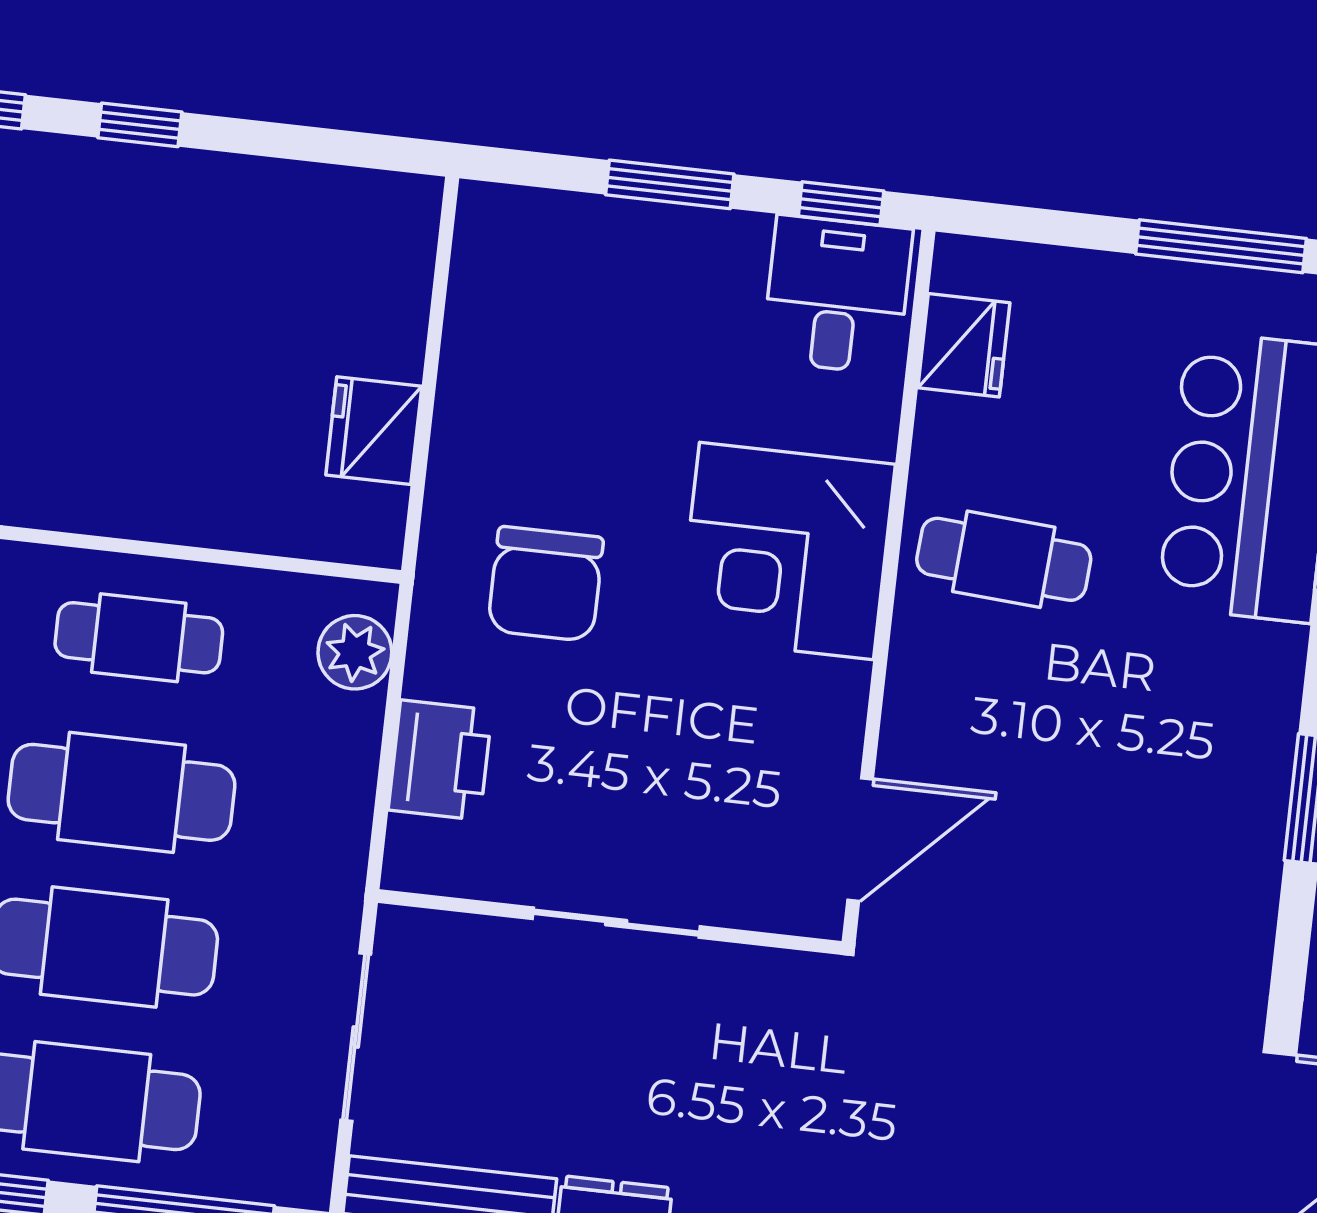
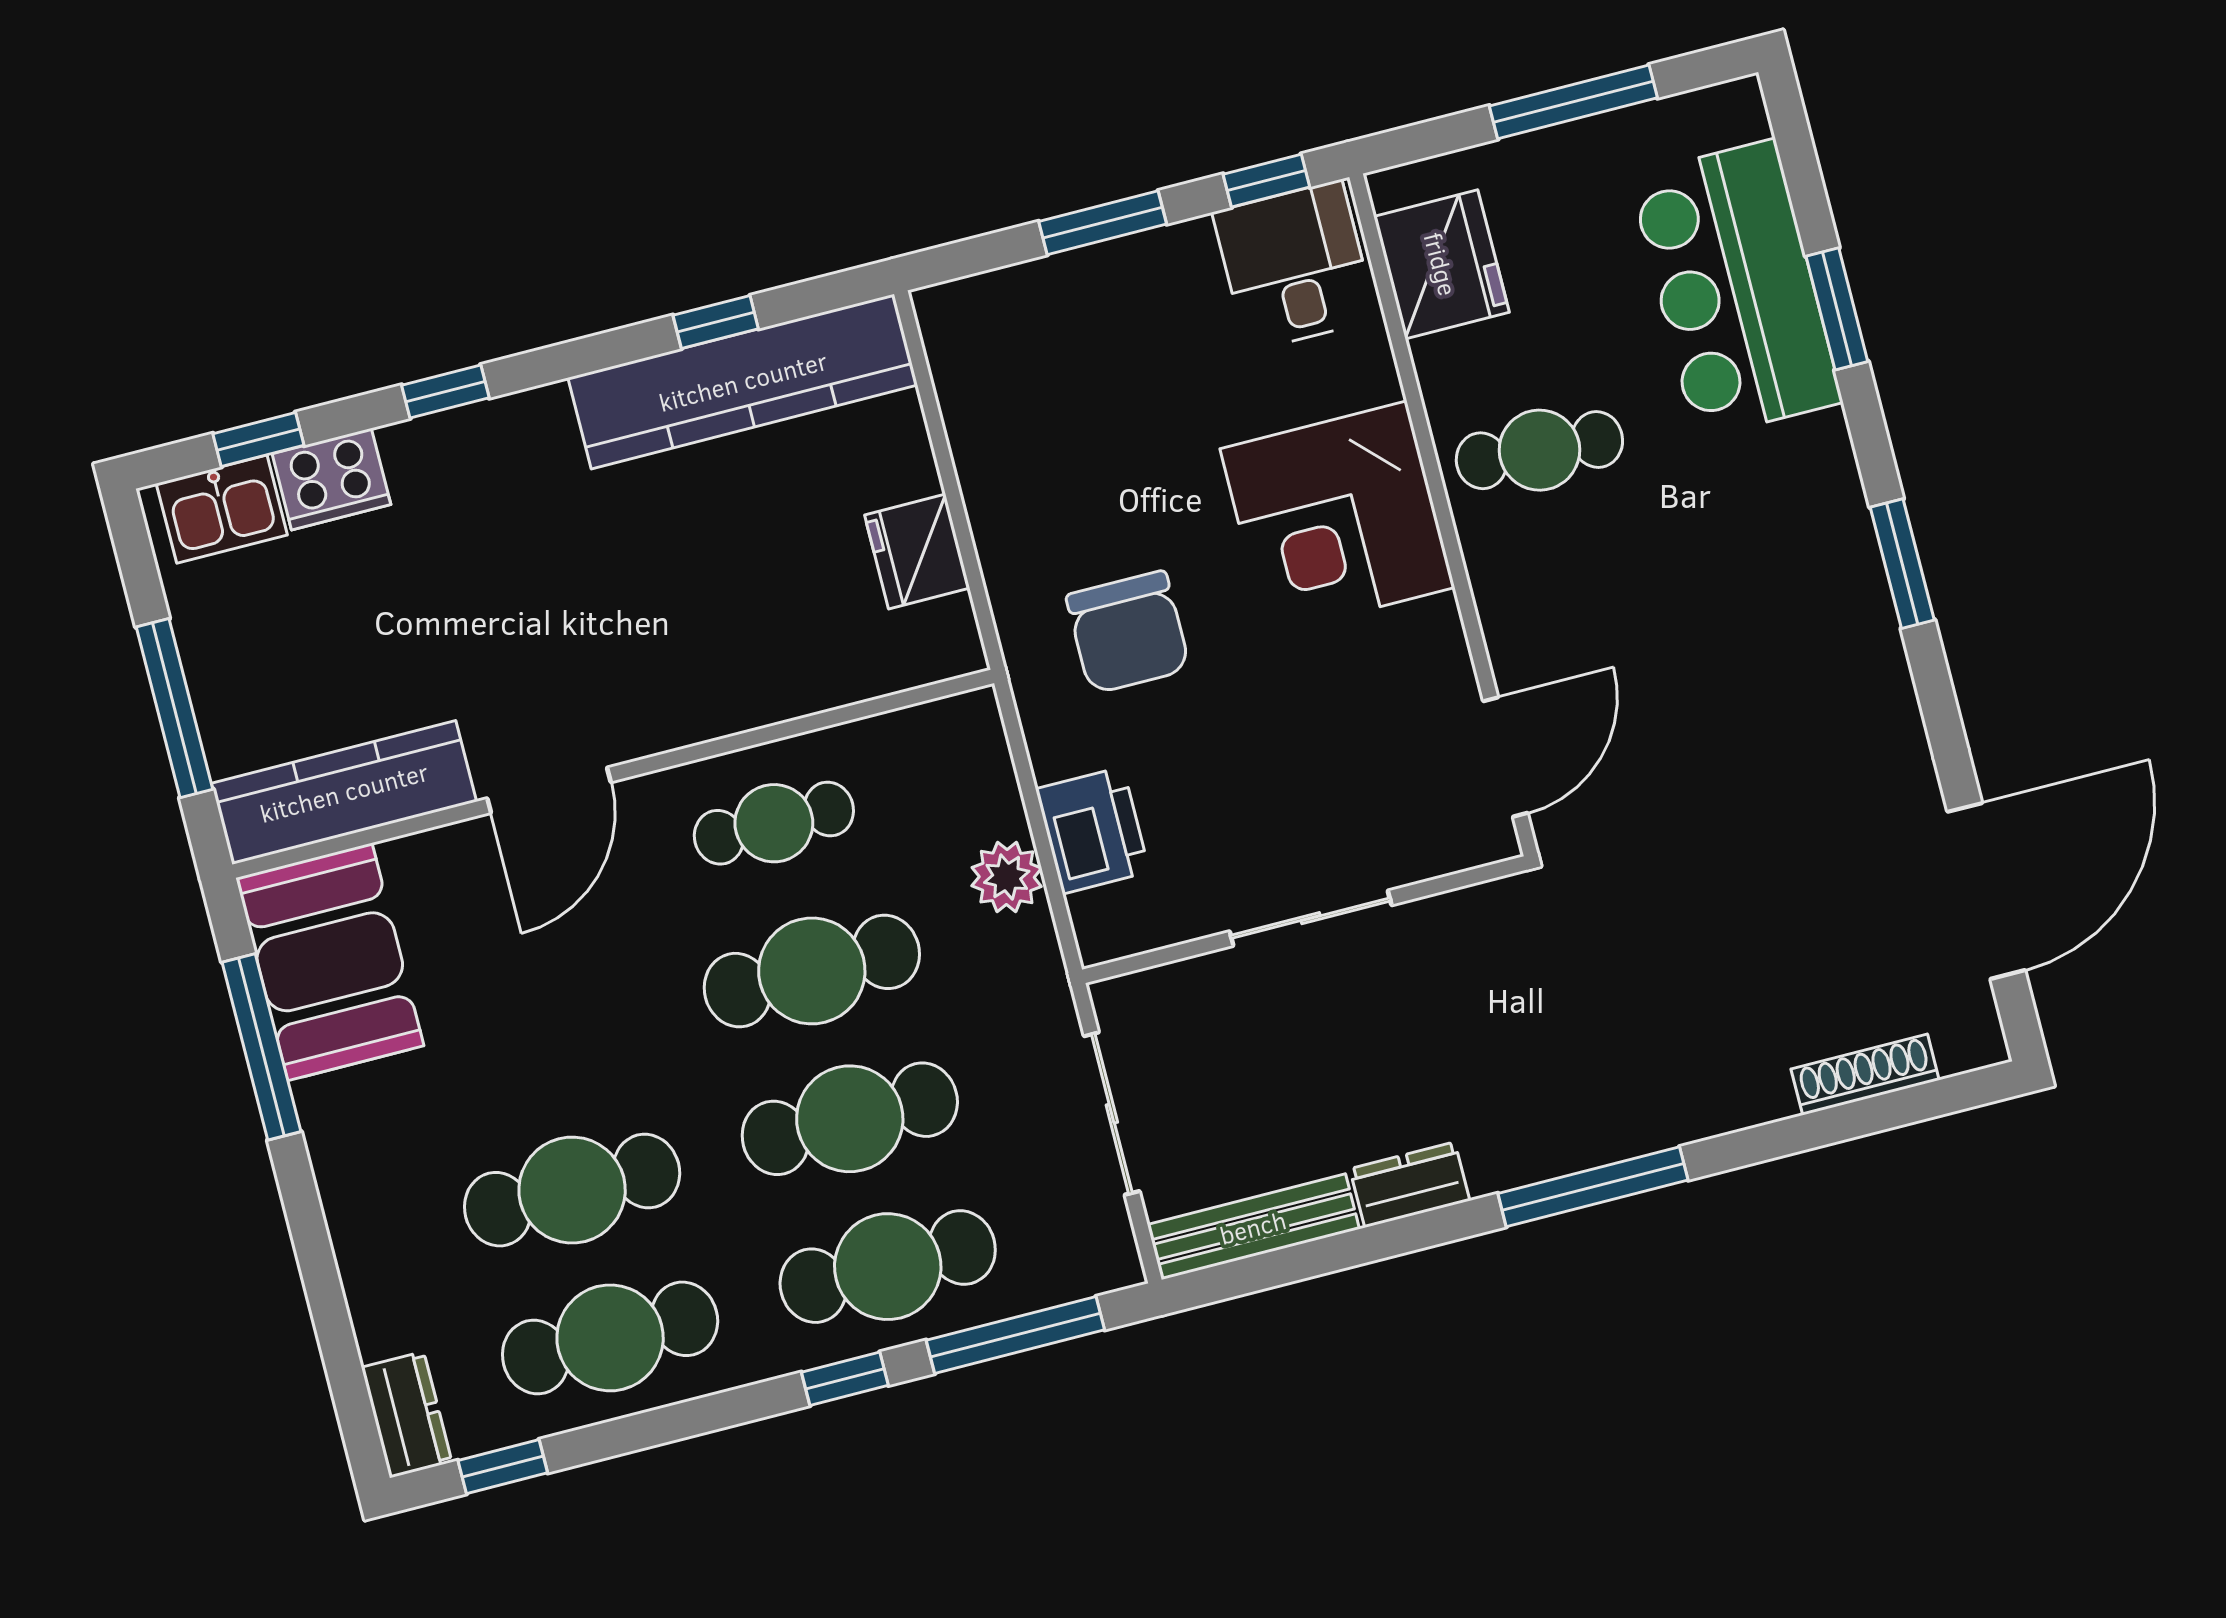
window: (140, 125) -> (716, 322), moved
kitchen counter: (269, 205) -> (743, 381), added
window: (1221, 246) -> (1573, 102), moved
fridge: (964, 345) -> (1441, 264), width x1.36, depth x1.34
plant: (355, 652) -> (1007, 877), moved

